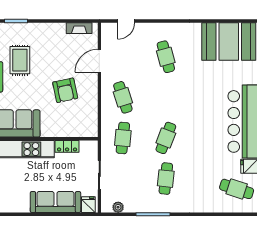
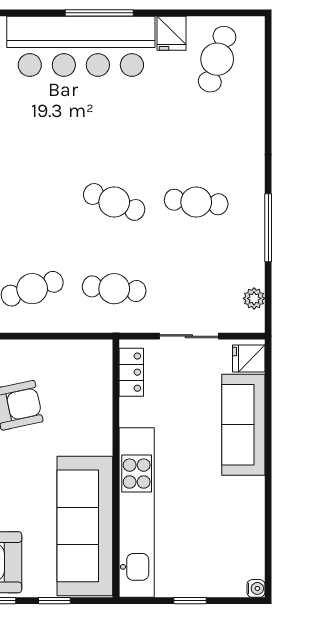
locker: (67, 146) -> (131, 372), moved

